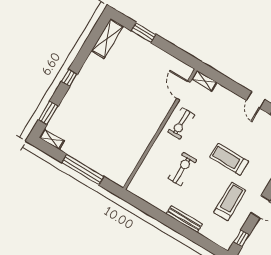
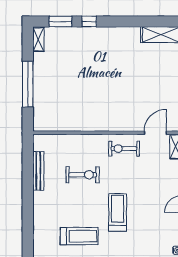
window: (69, 78) -> (89, 21), moved
bench: (184, 219) -> (38, 171), moved

